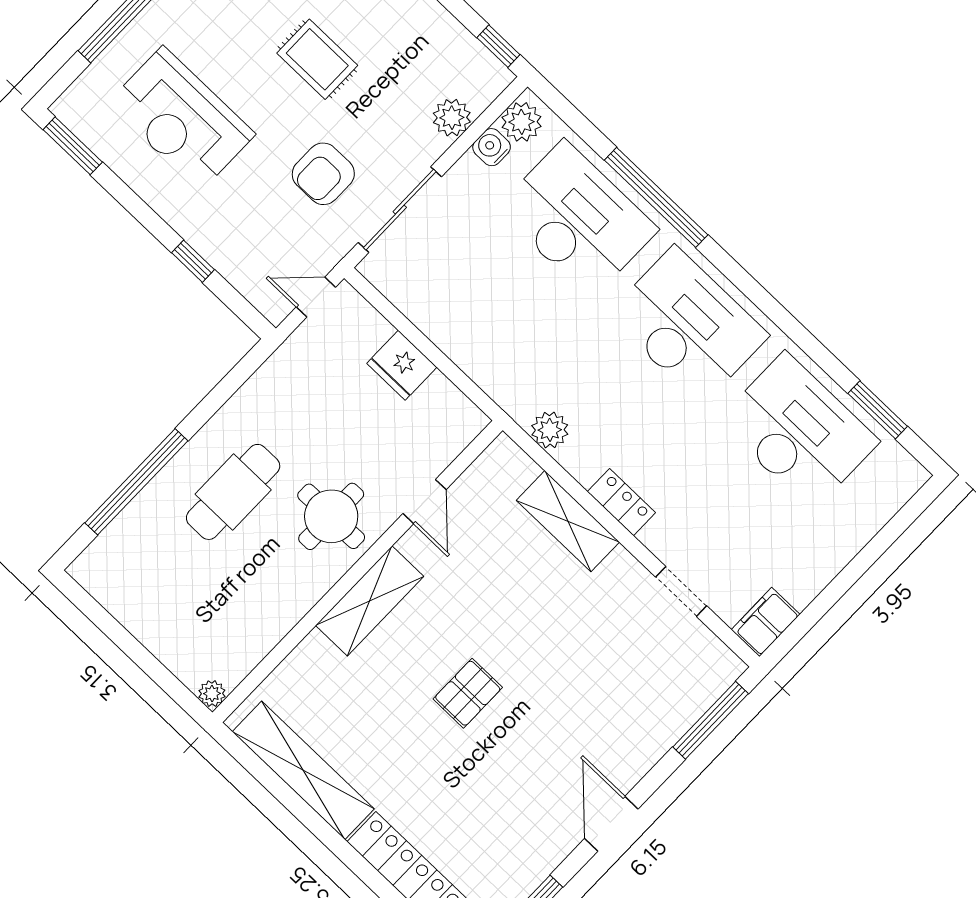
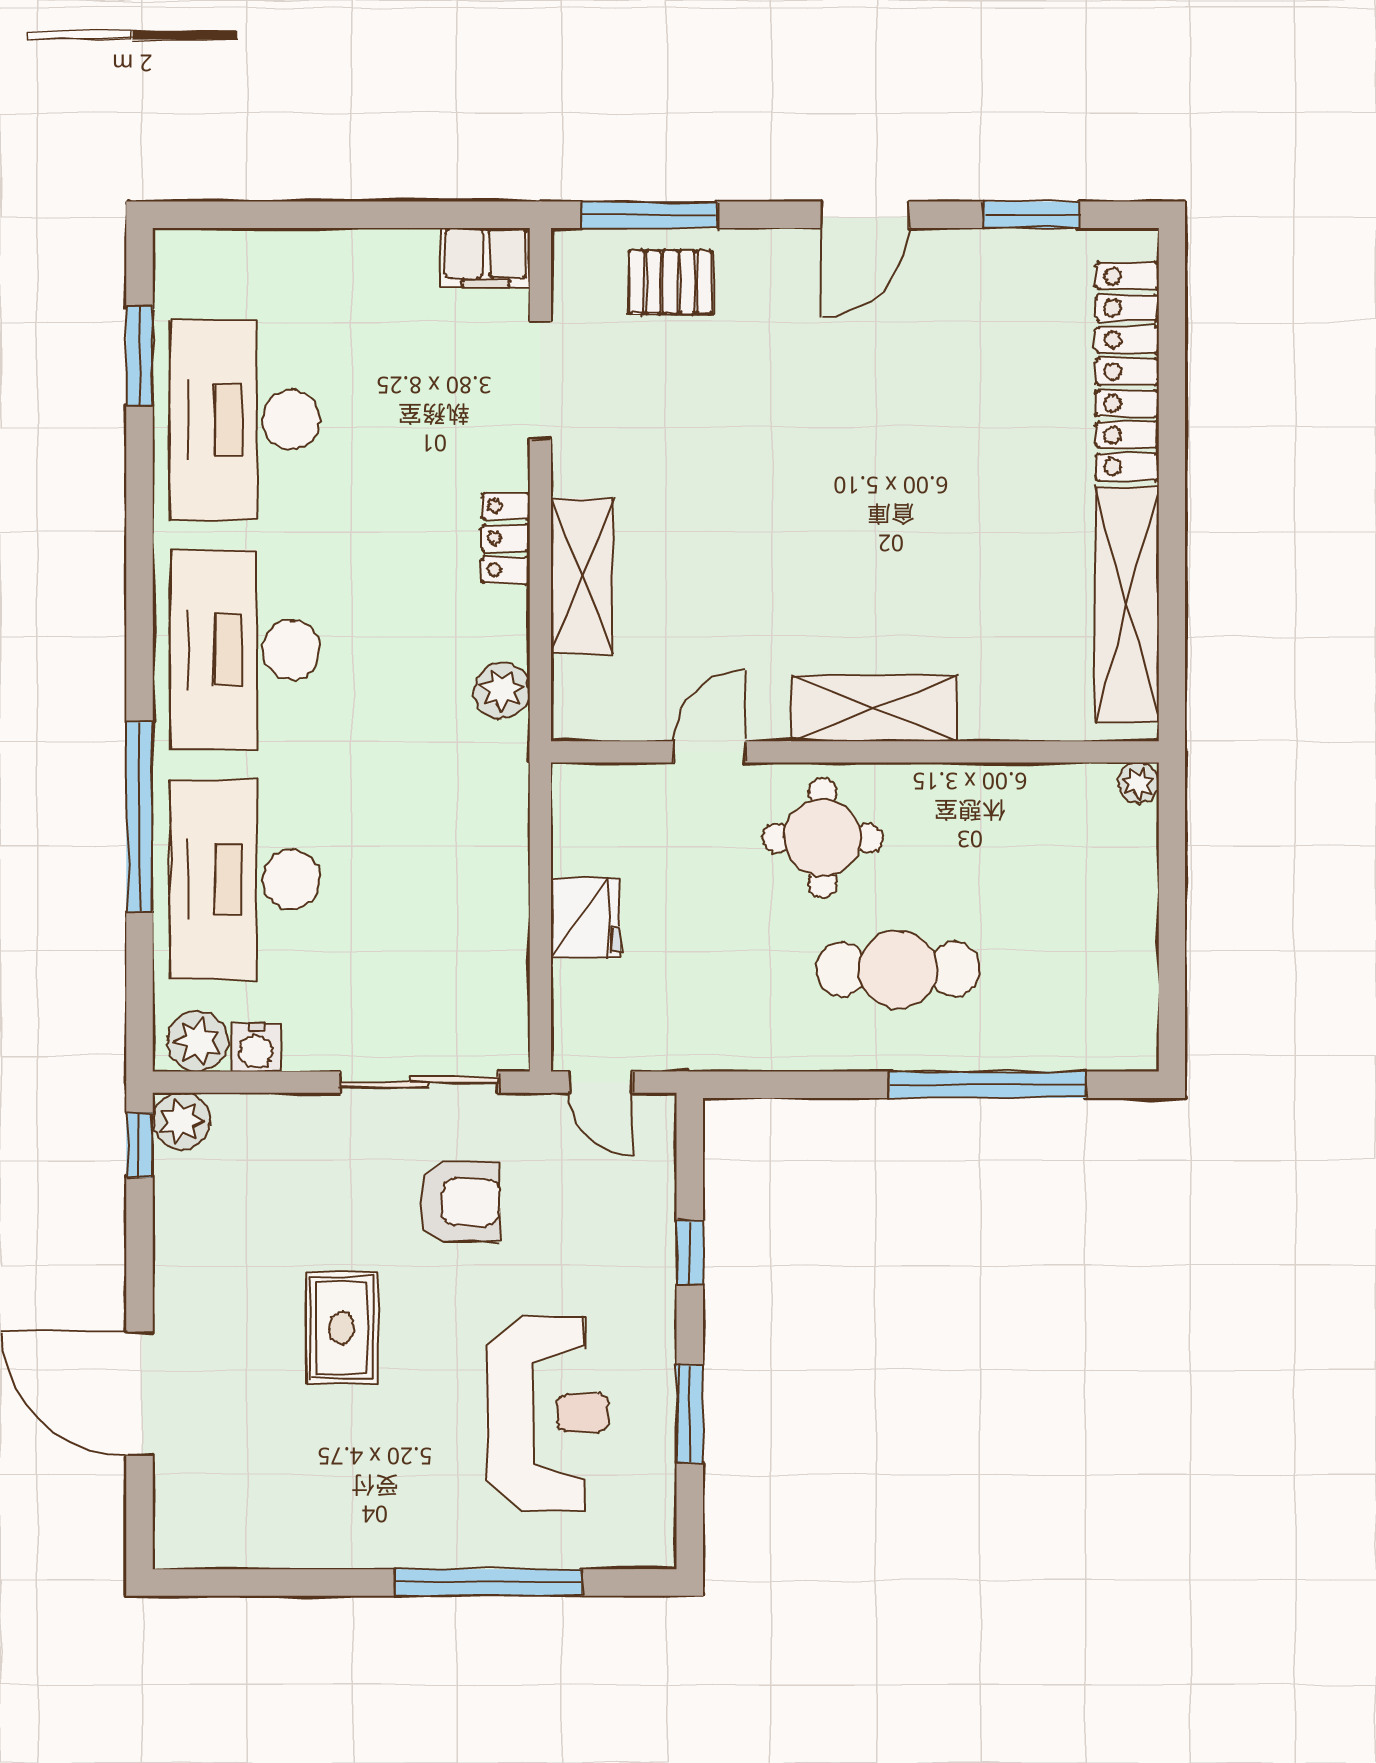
plant: (452, 118) -> (181, 1121), moved
window: (73, 146) -> (690, 1414), moved
doorway: (681, 591) -> (540, 380), width x1.38
pallet: (468, 693) -> (670, 282), moved

